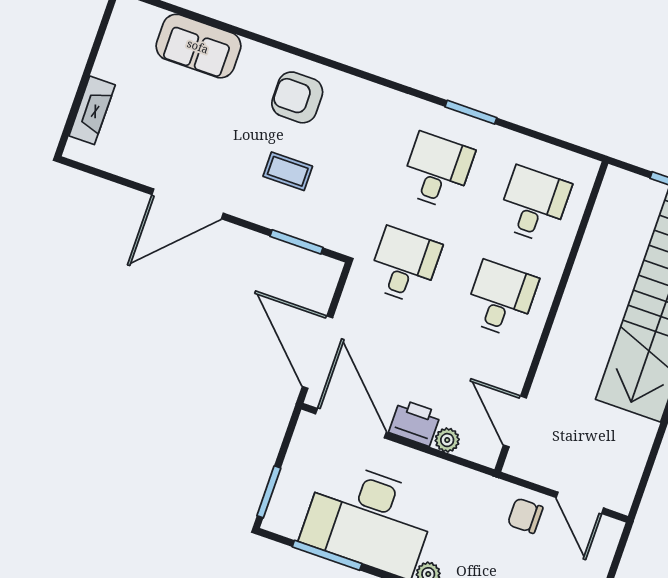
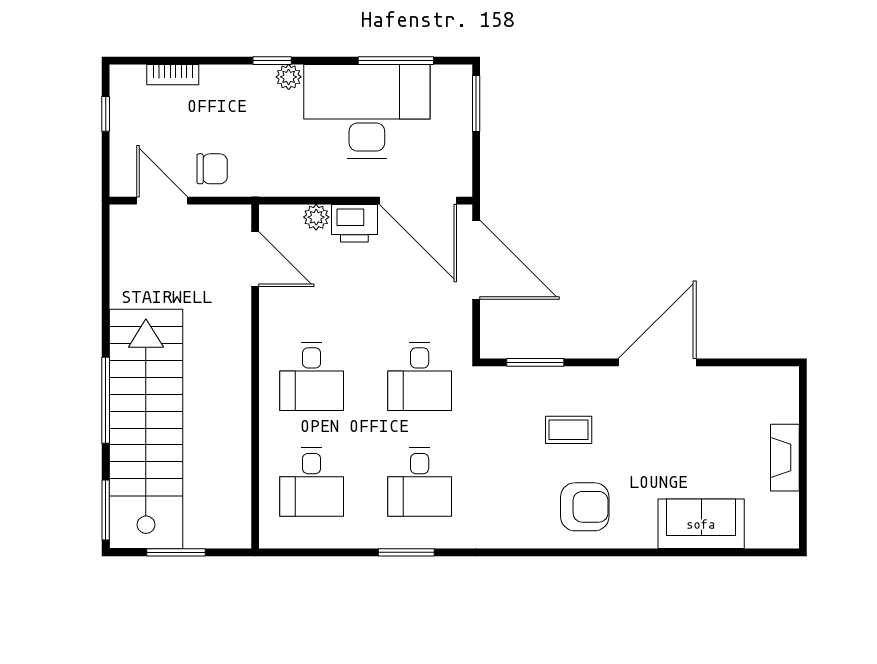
fireplace: (92, 110) -> (785, 458), moved

